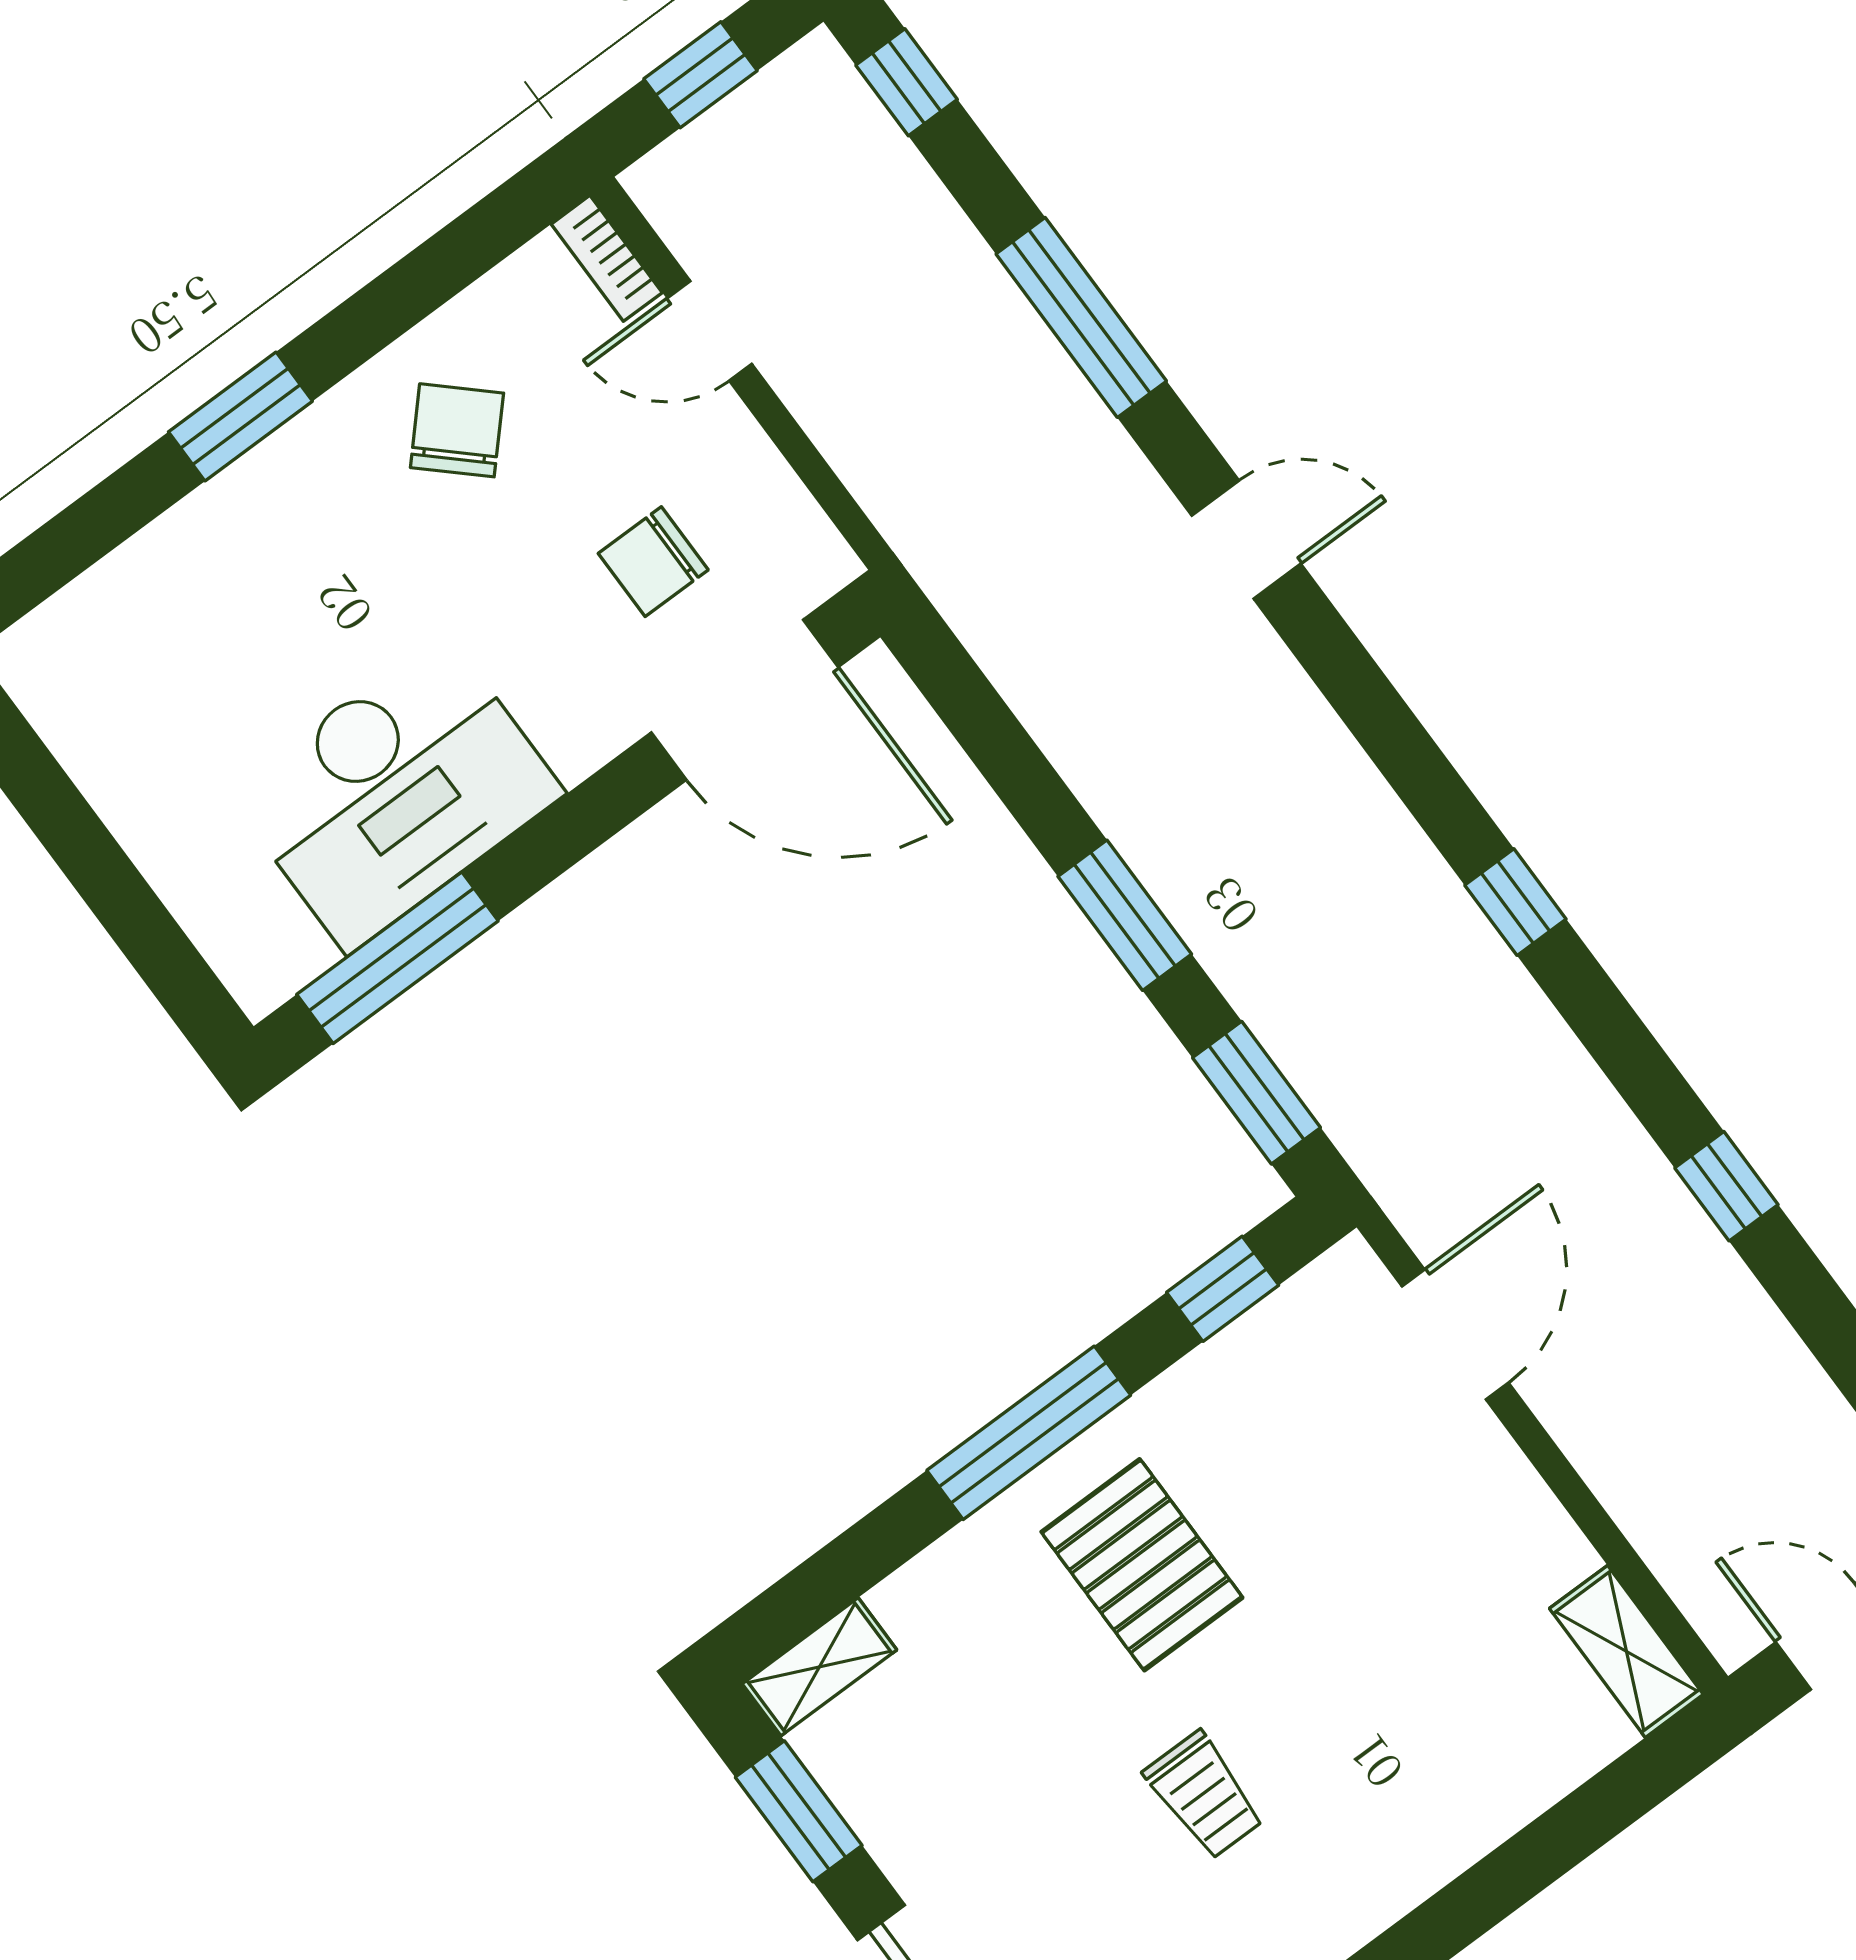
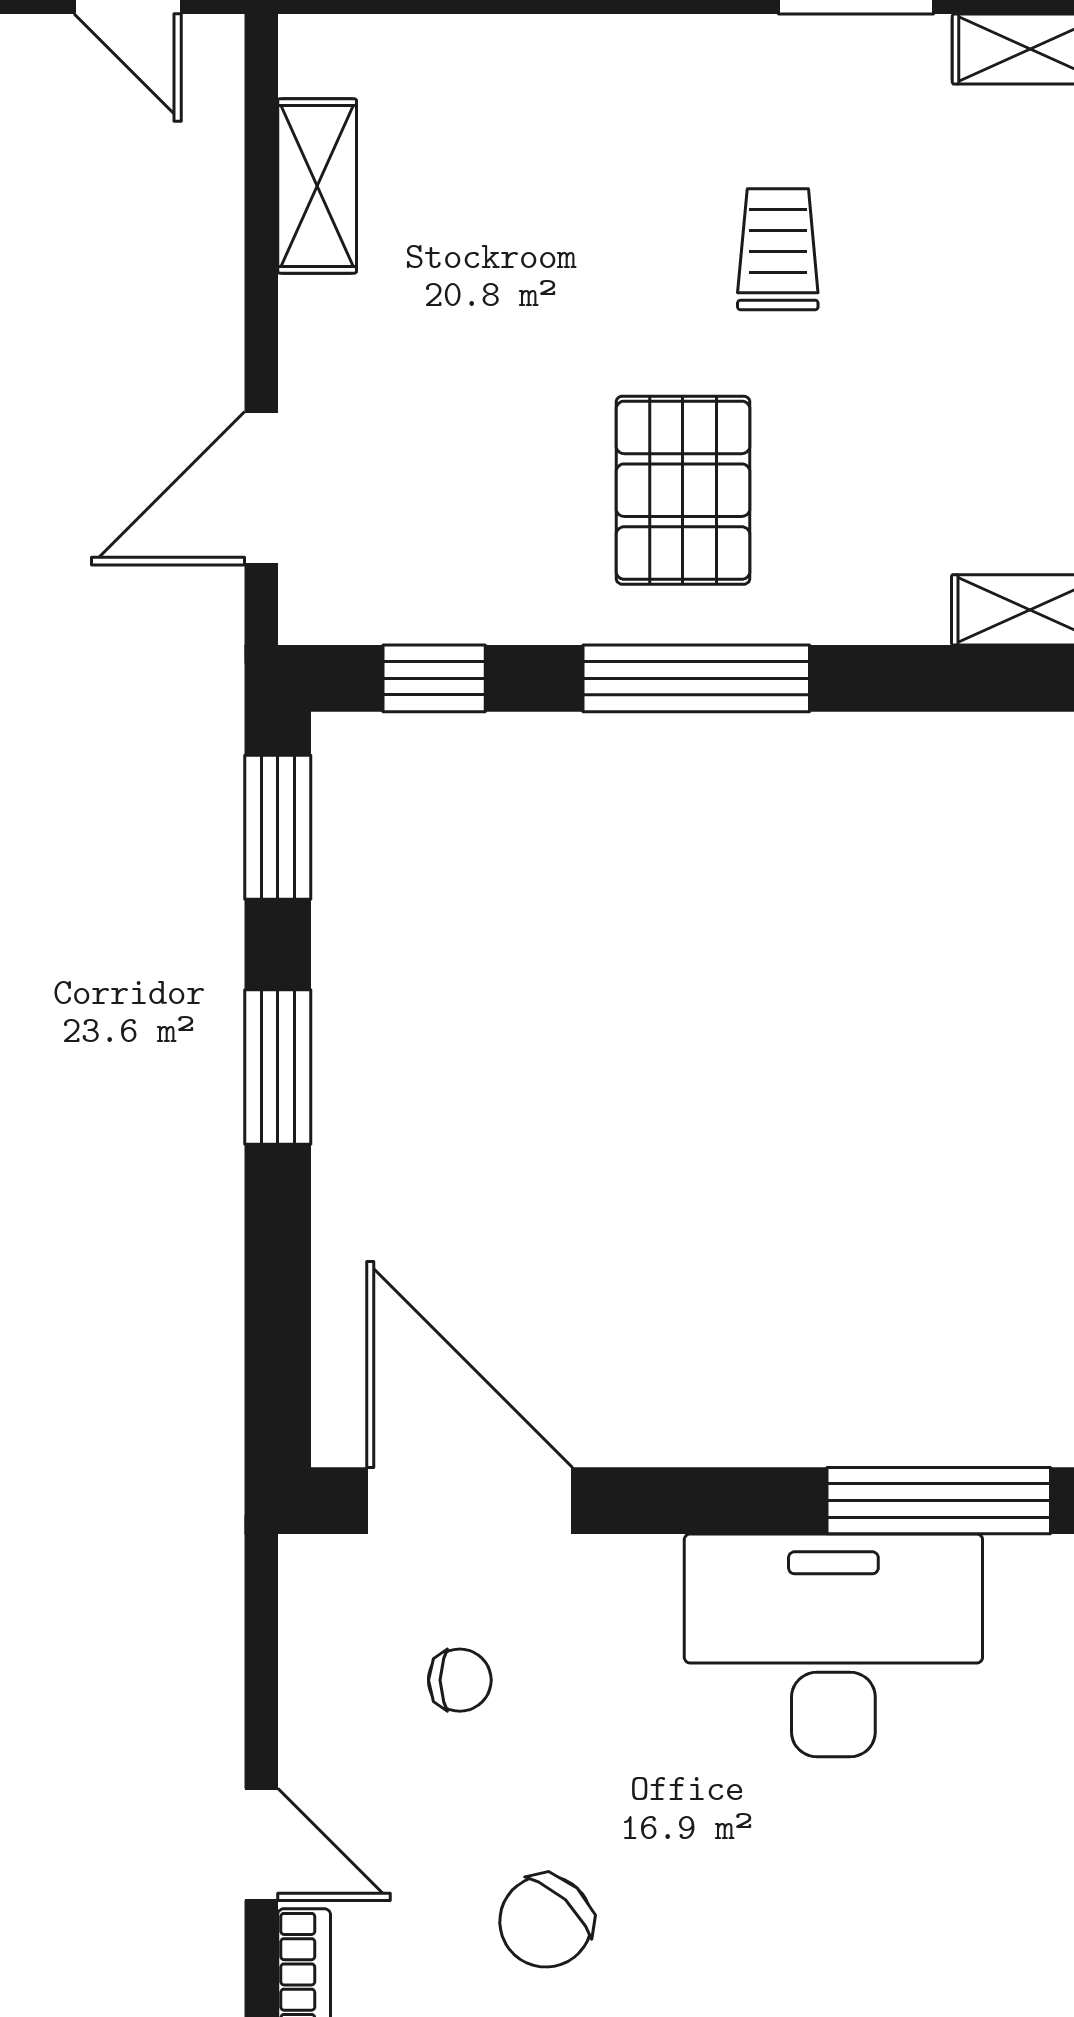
chair: (653, 562) -> (460, 1680), width x0.73, depth x0.73
shelving: (1626, 1651) -> (317, 186), moved

